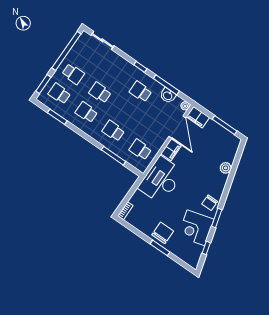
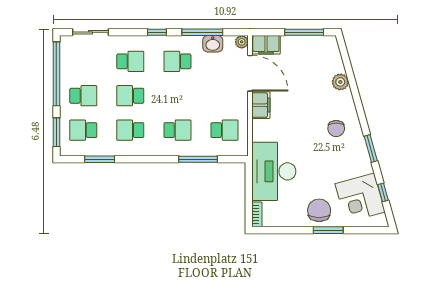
school desk: (114, 73) -> (130, 61), added
school desk: (113, 131) -> (177, 130), turned 180
school desk: (140, 150) -> (224, 130), turned 180
desk: (161, 180) -> (274, 171), moved
chair: (210, 203) -> (336, 128), moved
corner desk: (196, 228) -> (360, 198), moved

